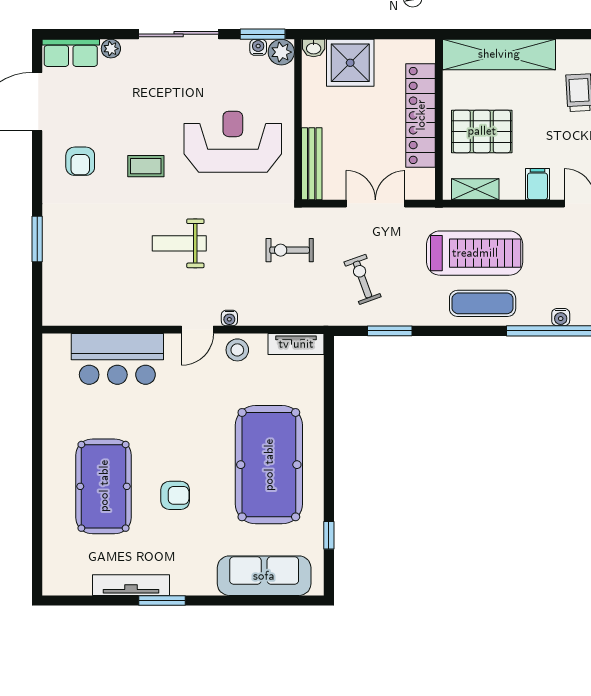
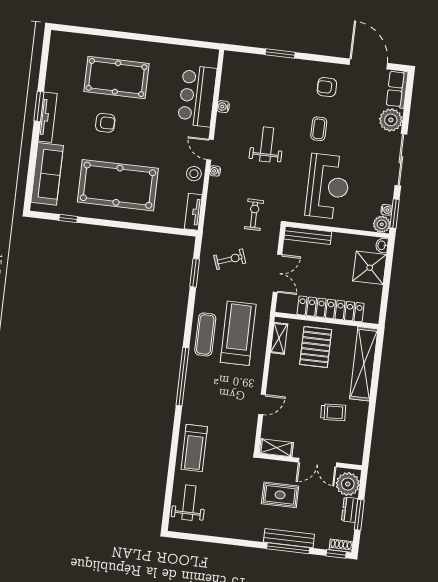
plant: (111, 49) -> (391, 120), width x1.88, depth x1.88
filing cabinet: (537, 184) -> (278, 379), removed
treadmill: (475, 253) -> (238, 333), turned 180
water cooler: (561, 317) -> (223, 107), moved
armchair: (175, 495) -> (105, 123), turned -90
tv unit: (131, 585) -> (48, 117), moved

